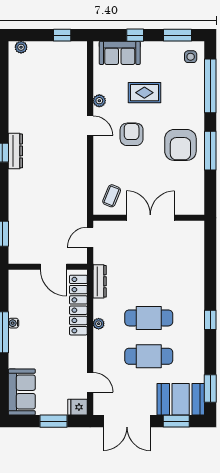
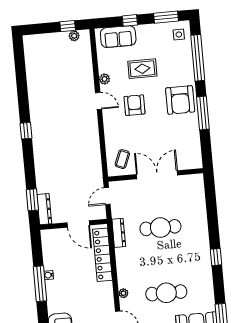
plant: (21, 47) -> (74, 36), moved
armchair: (180, 145) -> (180, 100), moved
dresser: (15, 151) -> (44, 209), moved
cafe table: (149, 318) -> (160, 228), moved
plant: (99, 324) -> (123, 293), moved

